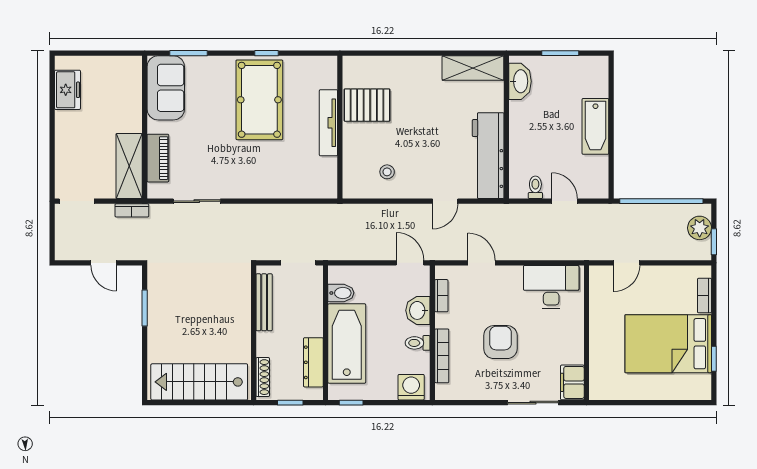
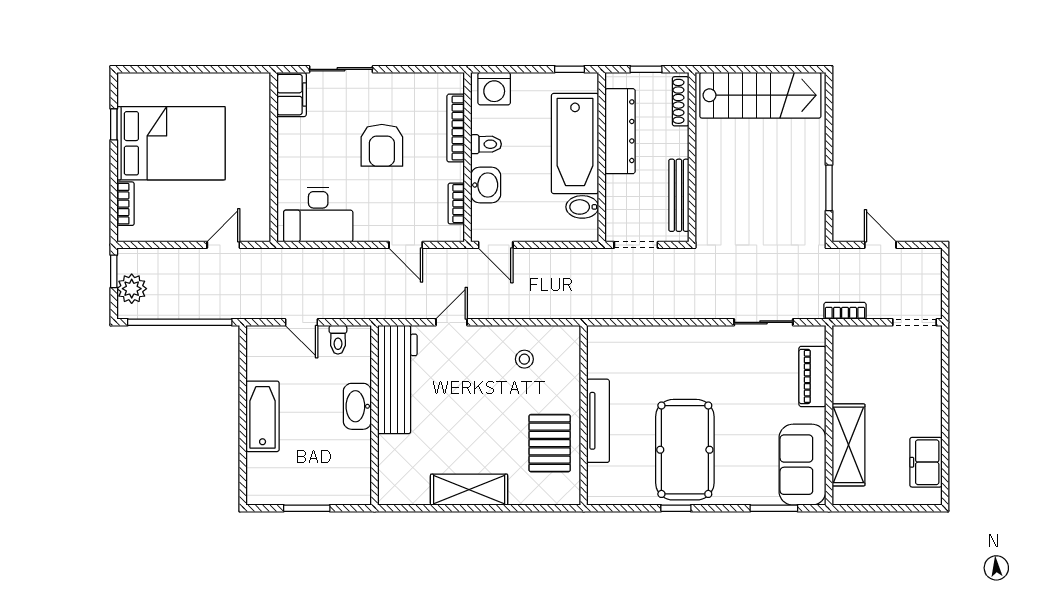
shelving: (473, 68) -> (469, 490), moved
washbasin: (520, 81) -> (357, 406), moved
pallet: (367, 105) -> (550, 443), turned 90
shelving: (129, 166) -> (848, 445), moved
dresser: (313, 362) -> (620, 131), width x1.37, depth x1.24

